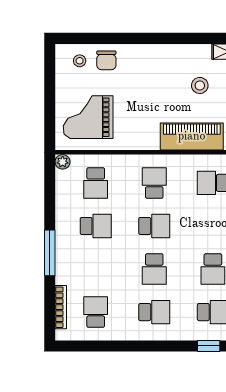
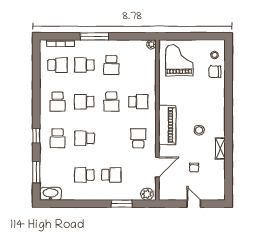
school desk: (96, 183) -> (84, 65), moved

